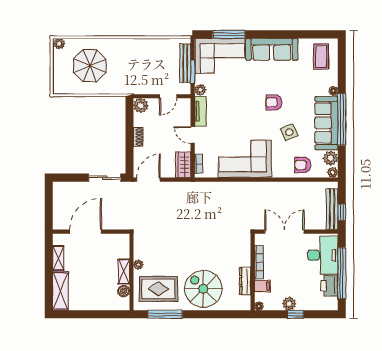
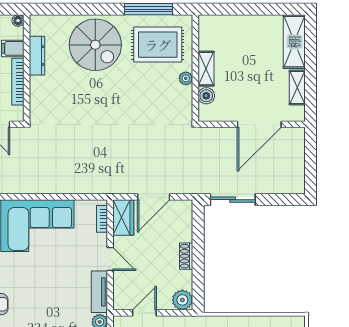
door: (148, 180) -> (154, 197), moved
boiler: (124, 291) -> (206, 96), moved

